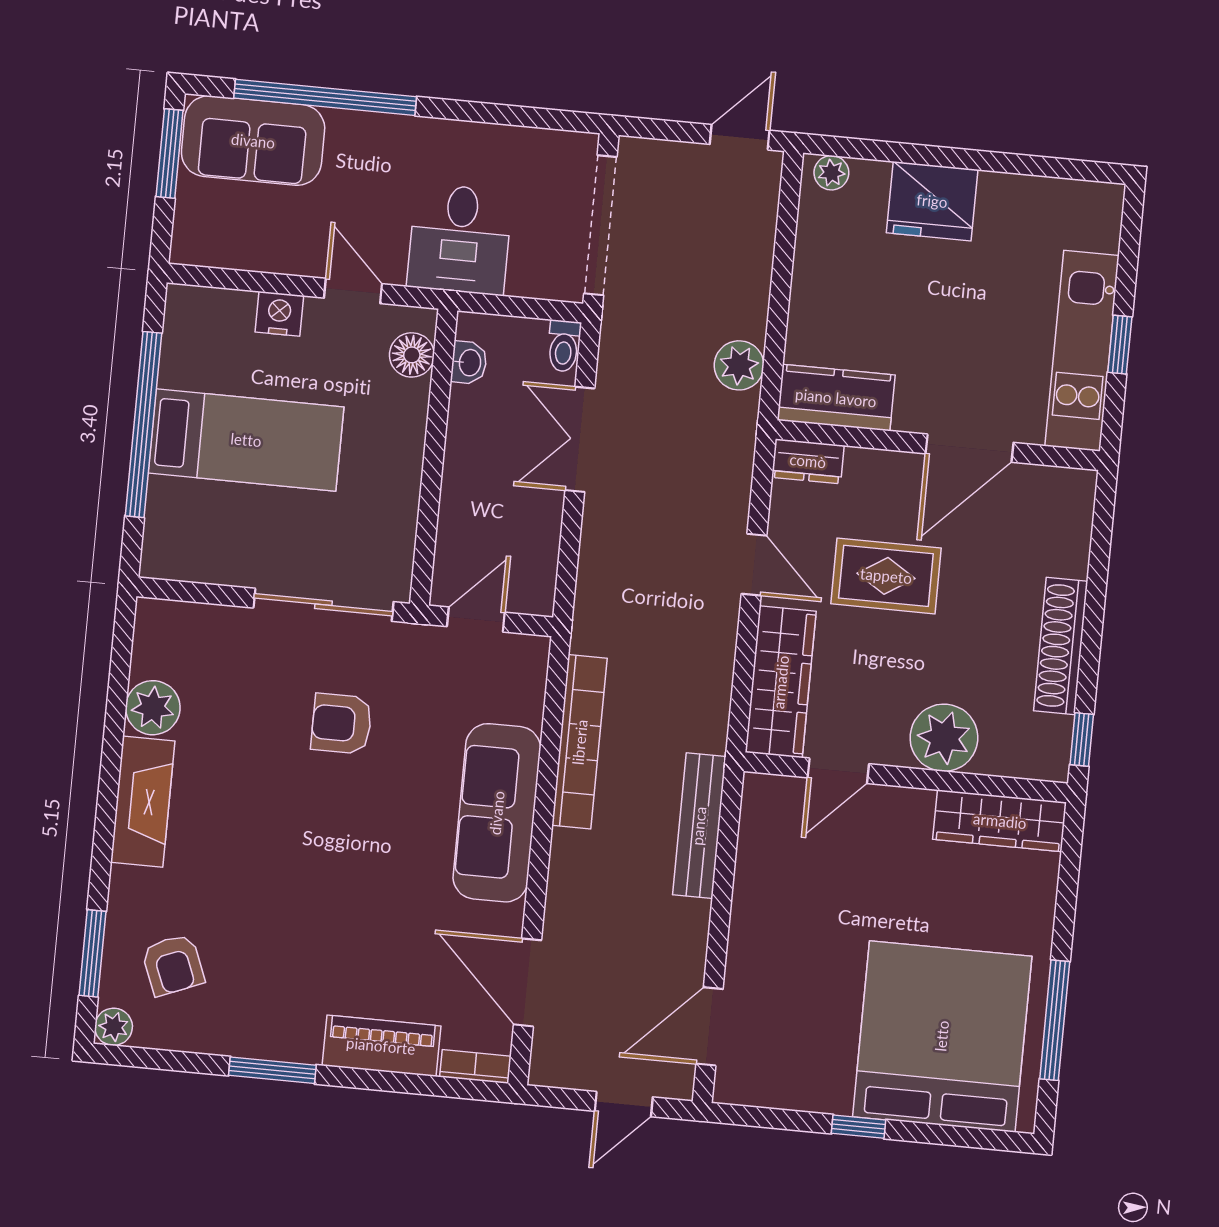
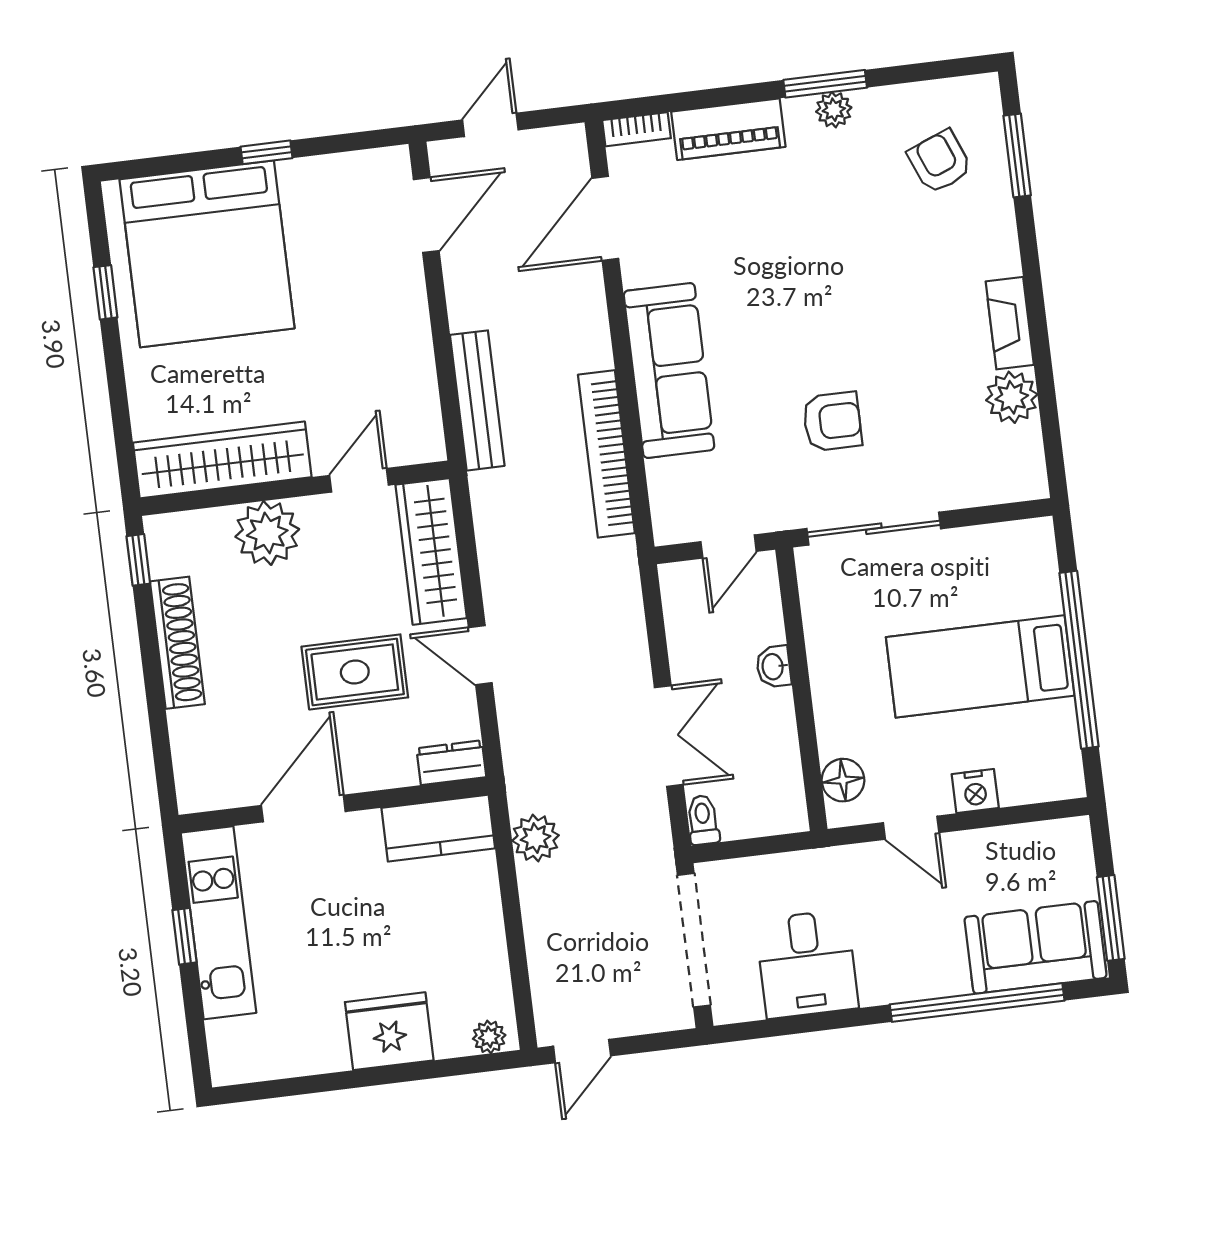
desk: (460, 239) -> (807, 964), moved, turned 180
washbasin: (469, 363) -> (774, 667), moved
fireplace: (143, 802) -> (1010, 323), width x0.73, depth x0.76
wardrobe: (1000, 821) -> (222, 460), width x1.40, depth x1.17
door: (527, 982) -> (605, 218), swing flipped
window: (1055, 1020) -> (105, 292), width x0.46
plant: (114, 1027) -> (834, 110), moved

